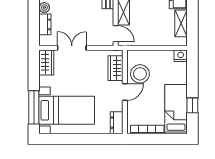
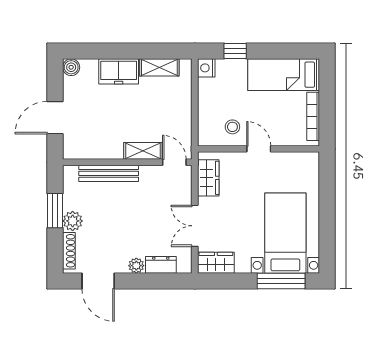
door: (116, 34) -> (174, 162), hinge flipped
wardrobe: (116, 68) -> (208, 178), moved, turned -90
stool: (140, 74) -> (232, 127), width x0.53, depth x0.53
window: (192, 105) -> (235, 51), moved
dresser: (117, 123) -> (303, 161), removed

